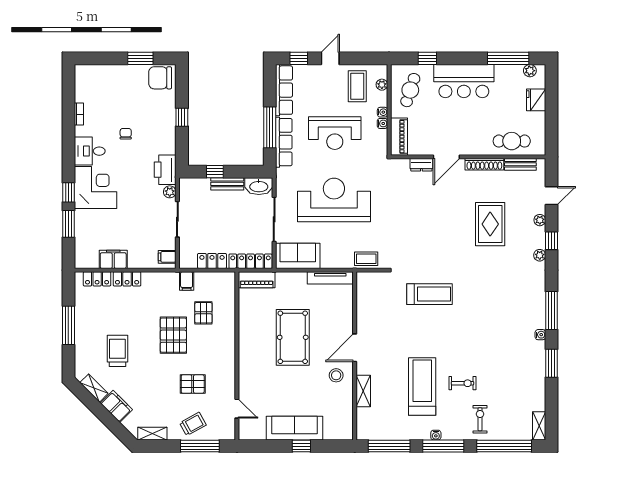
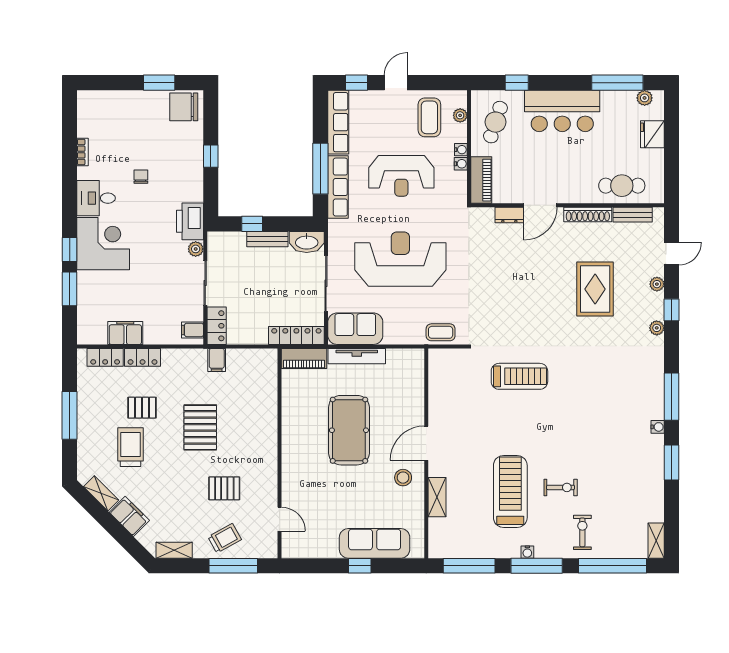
locker: (212, 261) -> (217, 326), moved, turned 90
tv unit: (330, 278) -> (357, 356), moved
pallet: (203, 313) -> (142, 408), moved, turned 90
sofa: (294, 428) -> (375, 543), moved

